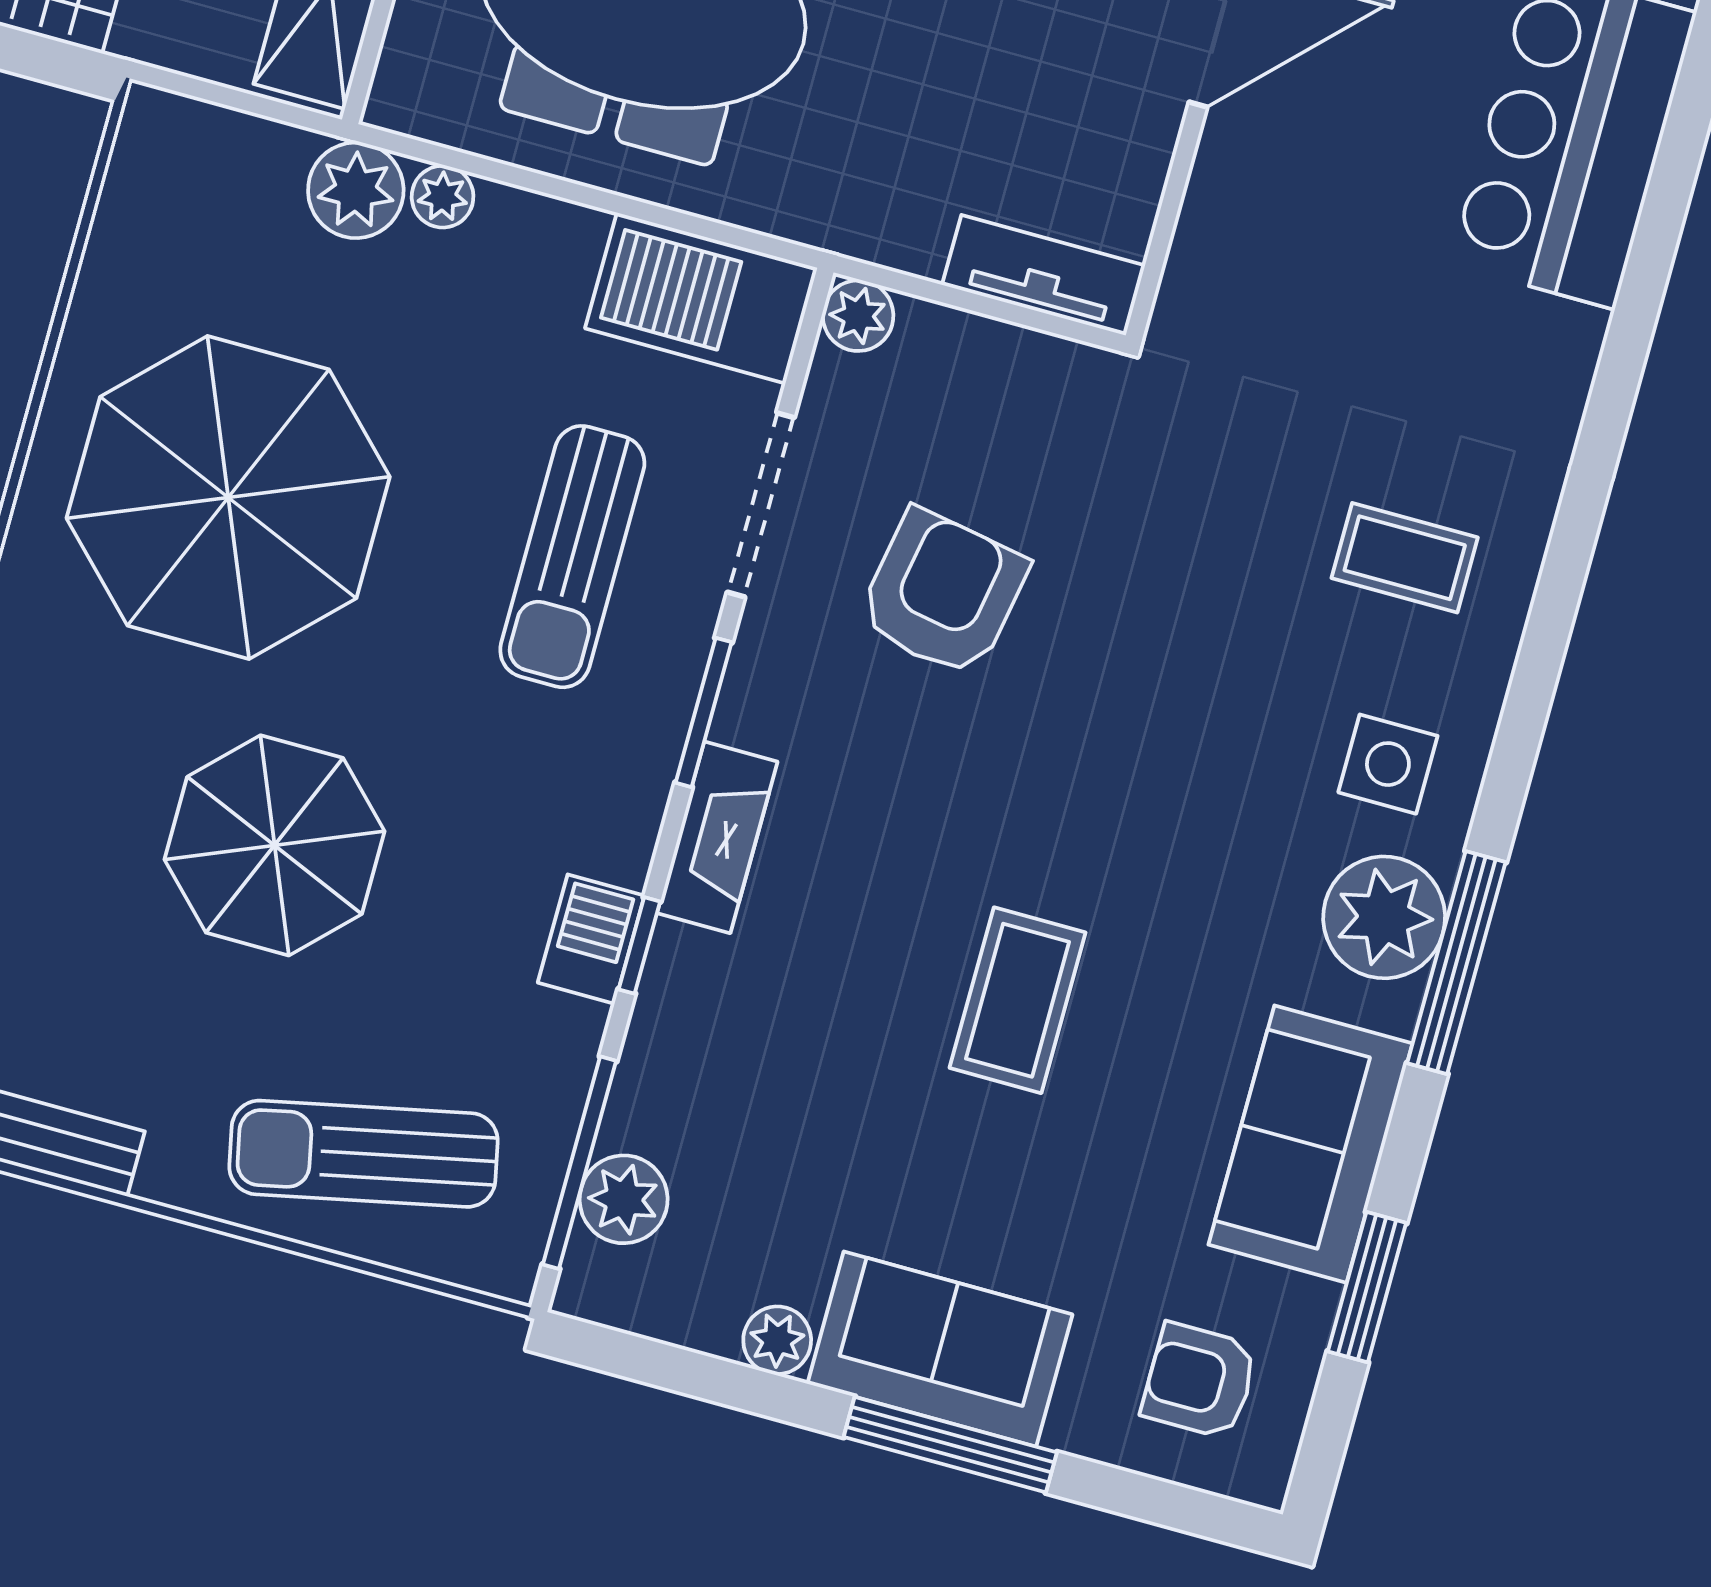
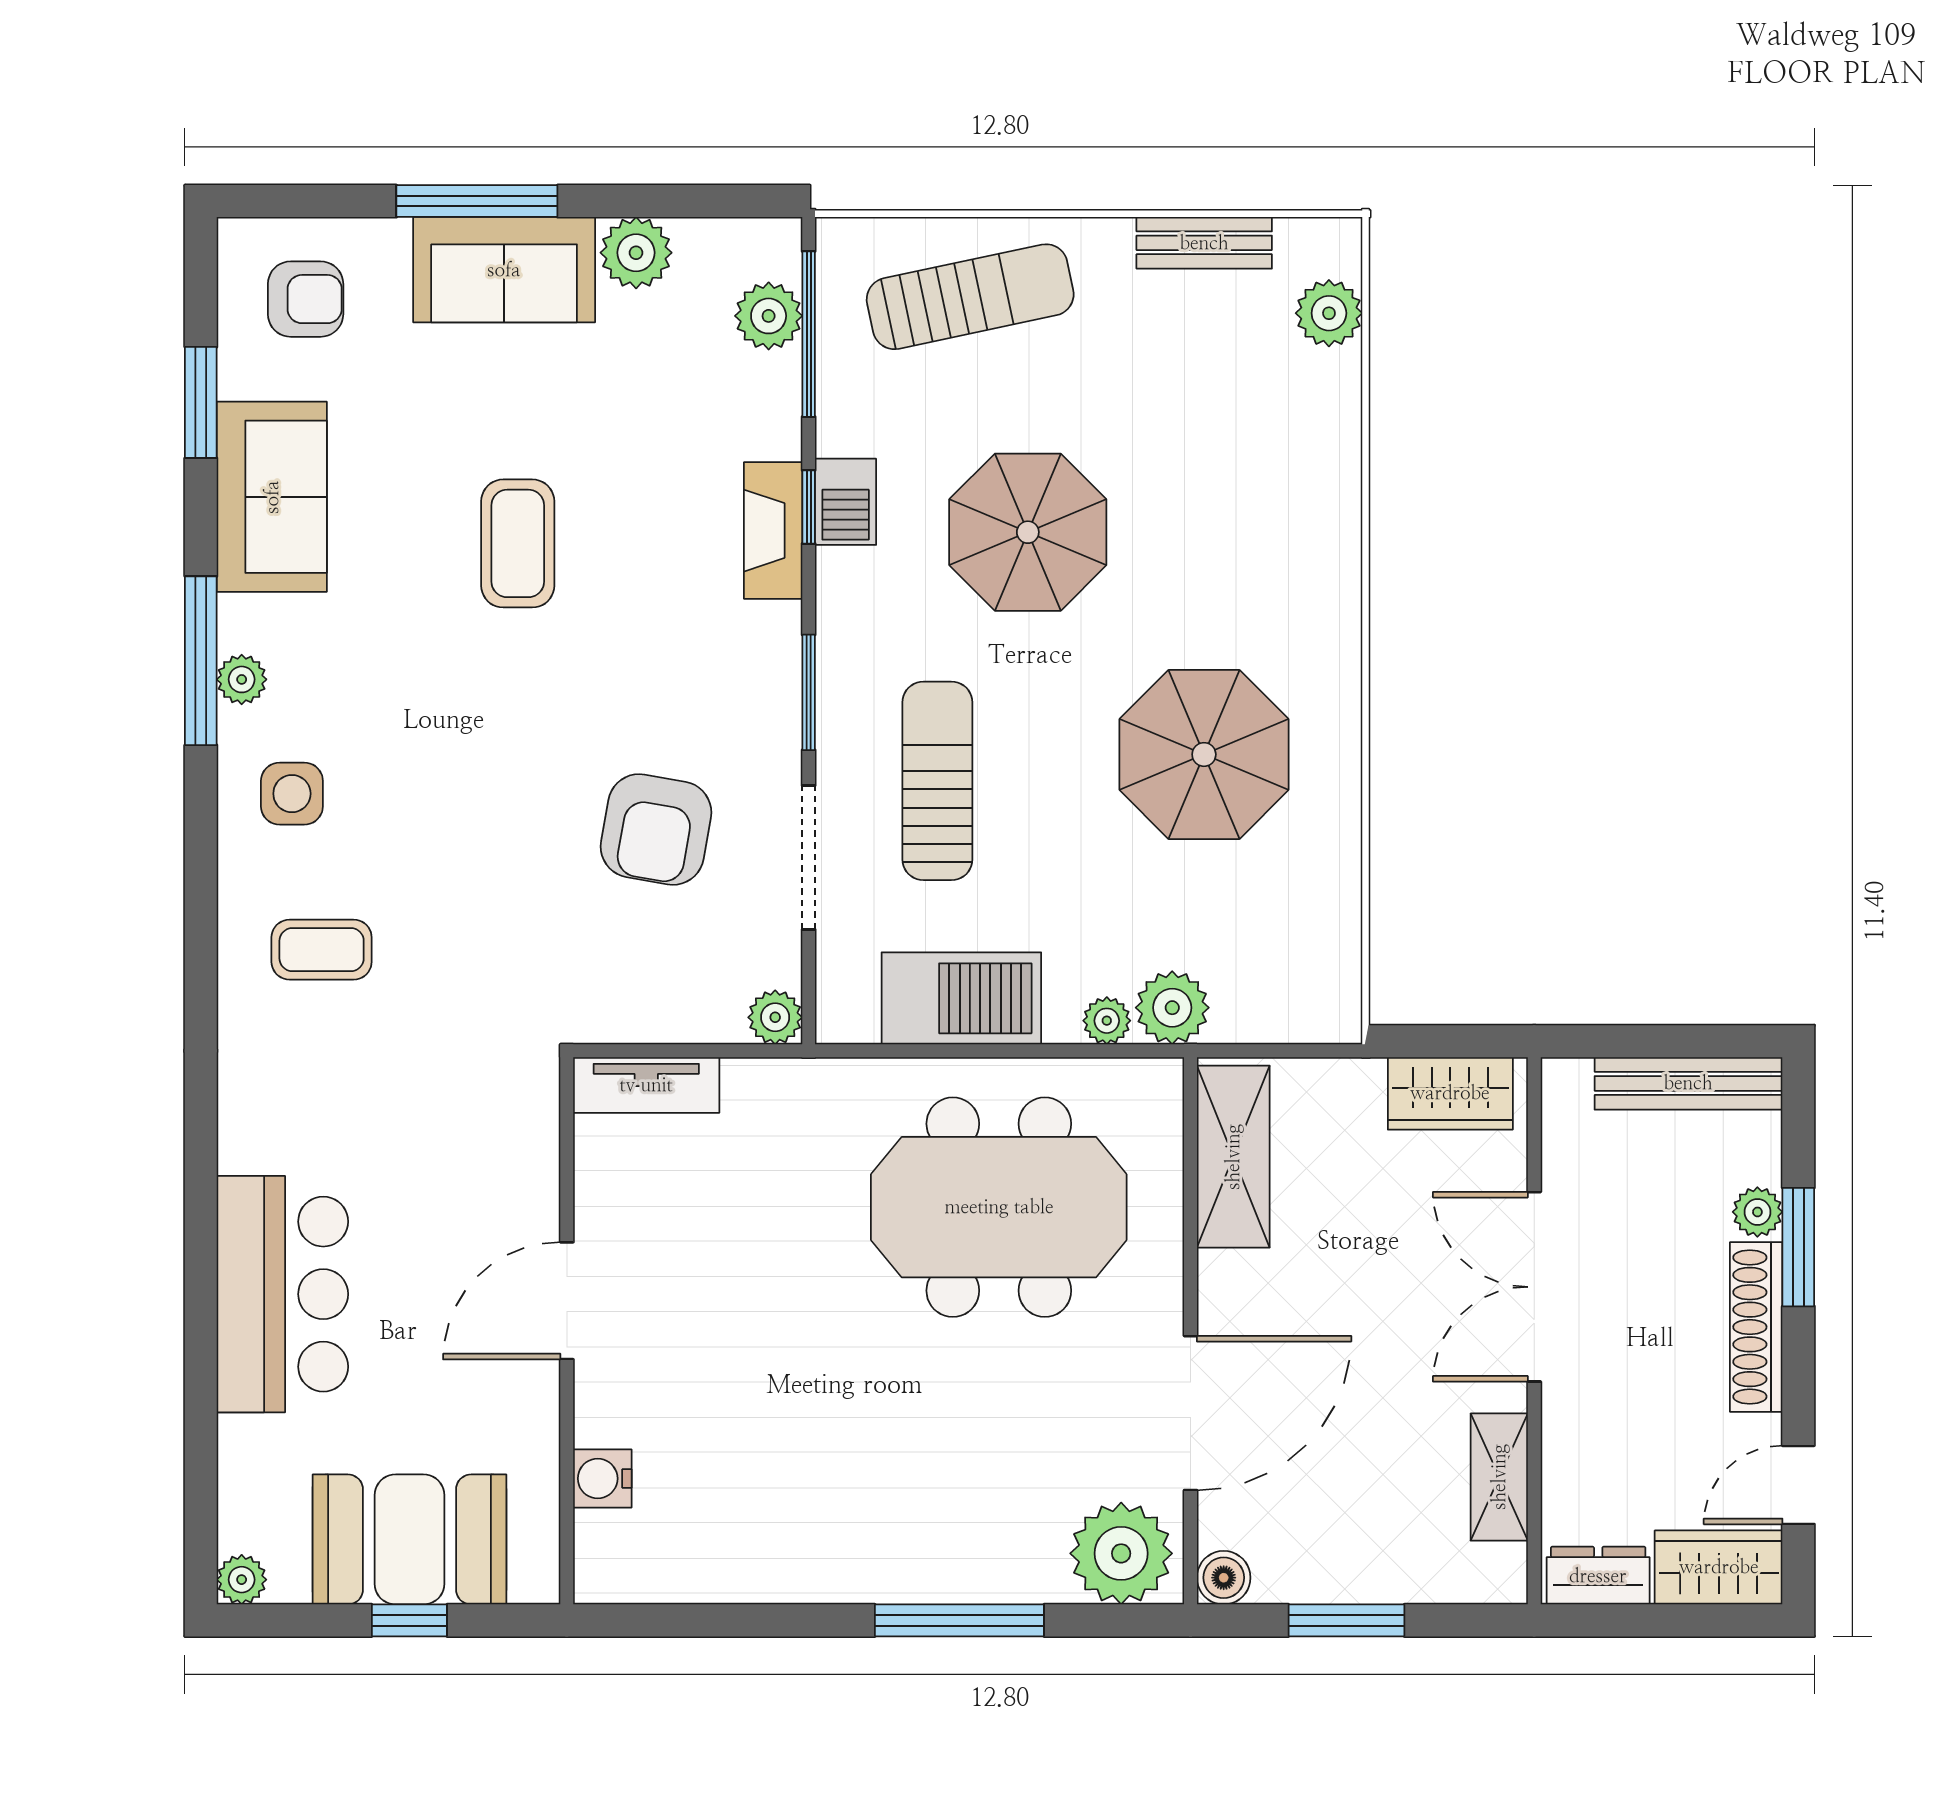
barbecue: (701, 298) -> (961, 998), moved
parasol: (228, 498) -> (1204, 754), width x0.73, depth x0.73
fireplace: (717, 837) -> (773, 531), moved
parasol: (275, 845) -> (1028, 532), moved
plant: (1384, 917) -> (242, 679), width x0.53, depth x0.53
plant: (777, 1340) -> (636, 253), width x1.38, depth x1.38

